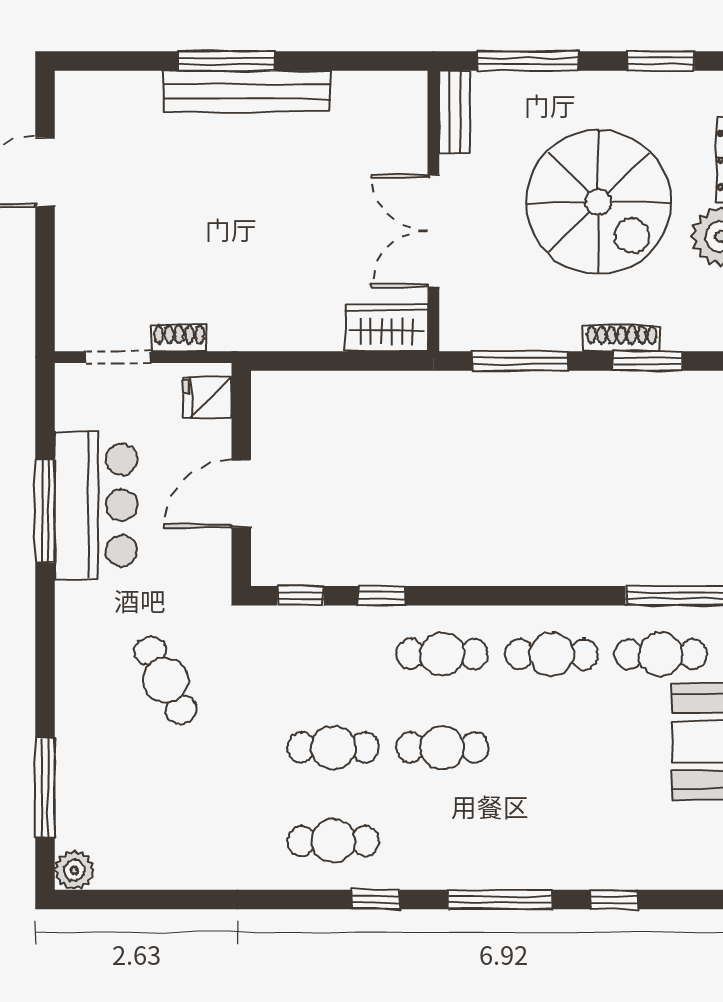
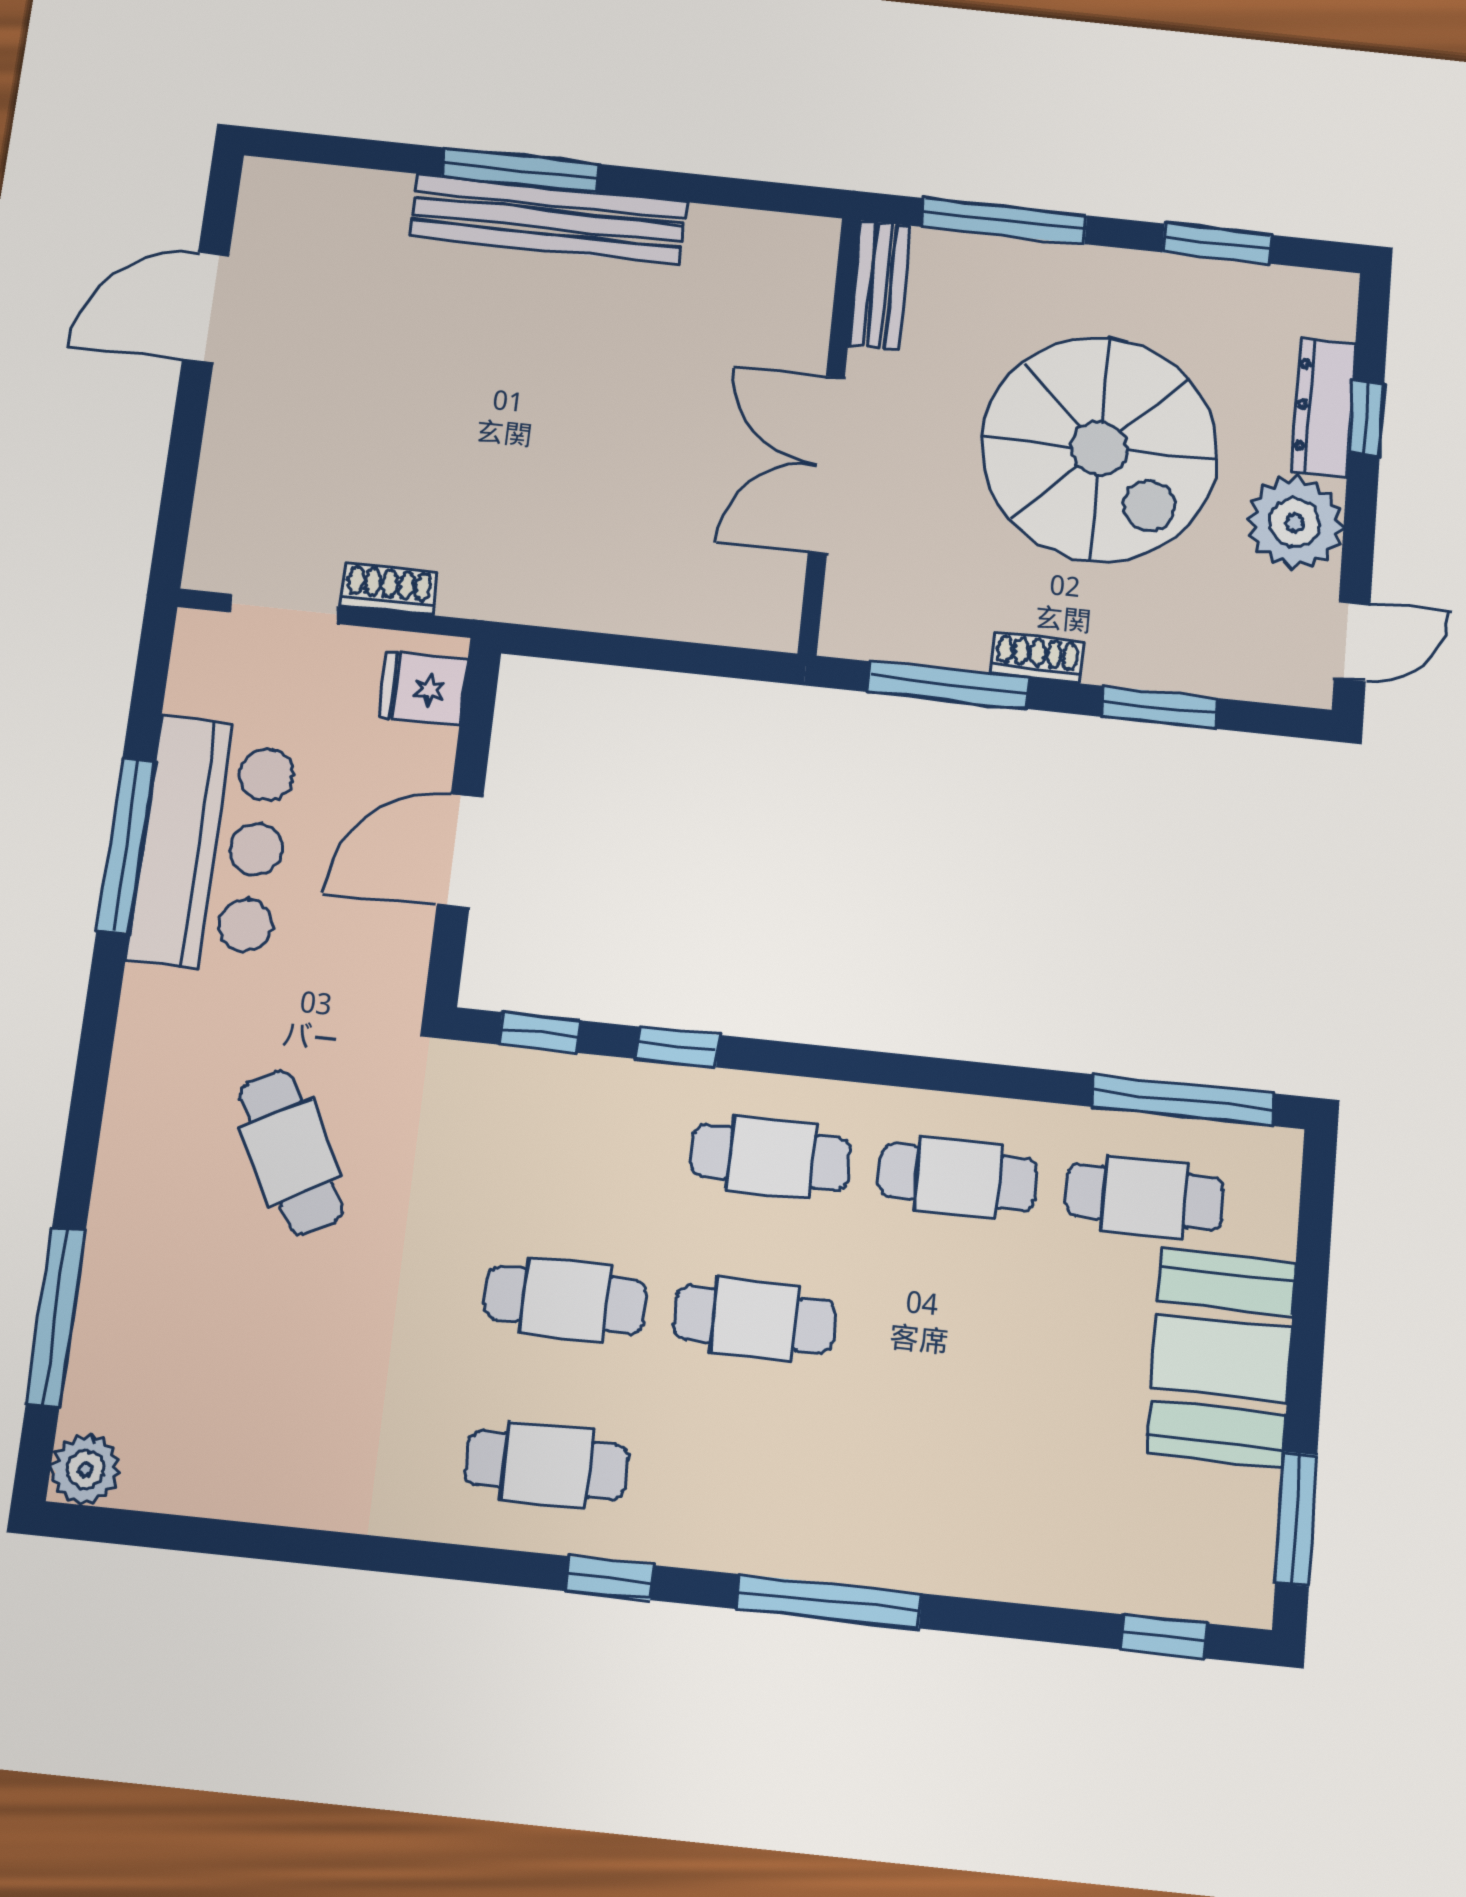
wardrobe: (387, 328) -> (734, 609), removed
shoe rack: (622, 338) -> (1037, 658), moved, width x0.70
window: (614, 900) -> (1164, 1636), moved

